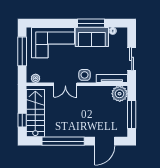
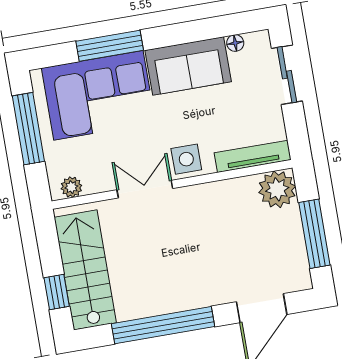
window: (91, 23) -> (110, 46), moved
sliding door: (132, 59) -> (287, 75), moved
double door: (65, 84) -> (145, 189), swing flipped

